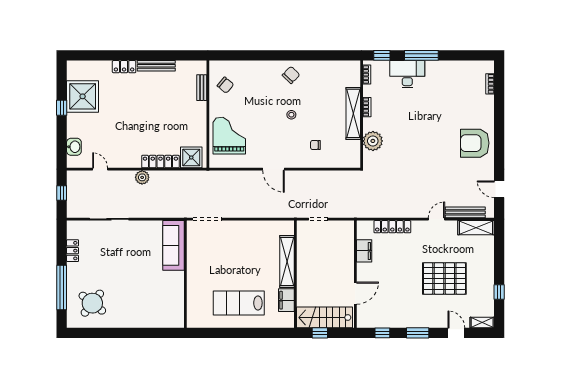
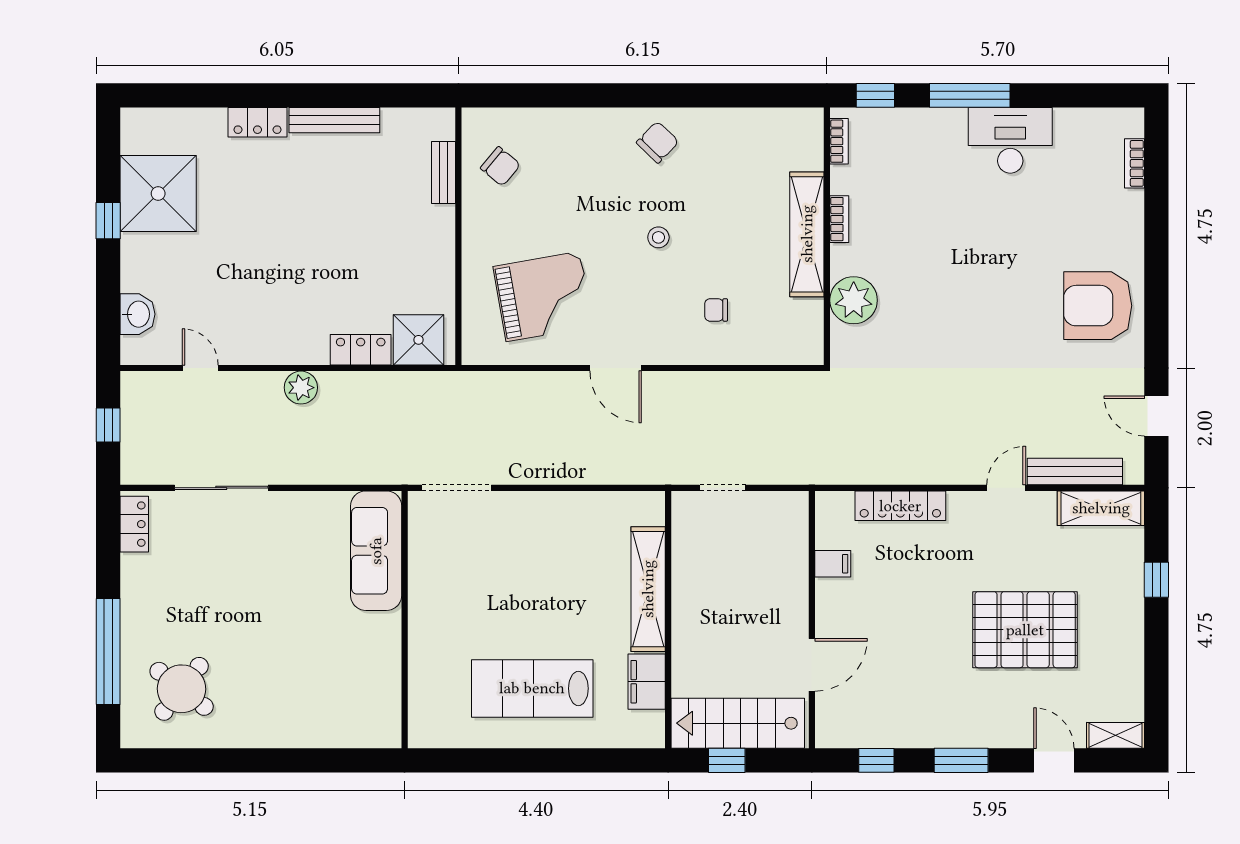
desk: (407, 74) -> (1010, 140), moved
grand piano: (229, 136) -> (543, 296), moved, turned 80
locker: (160, 162) -> (361, 350), width x0.66
locker: (73, 251) -> (134, 524), moved
filing cabinet: (364, 251) -> (833, 564), width x0.50
window: (499, 292) -> (1156, 580), moved

